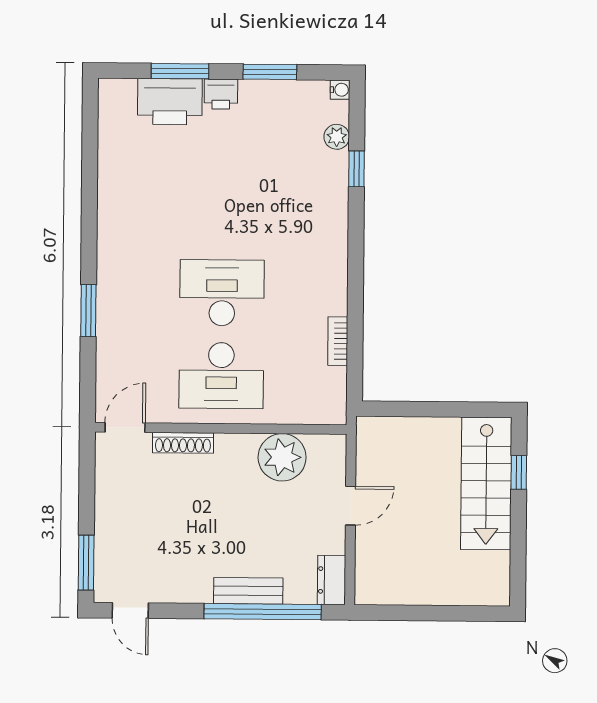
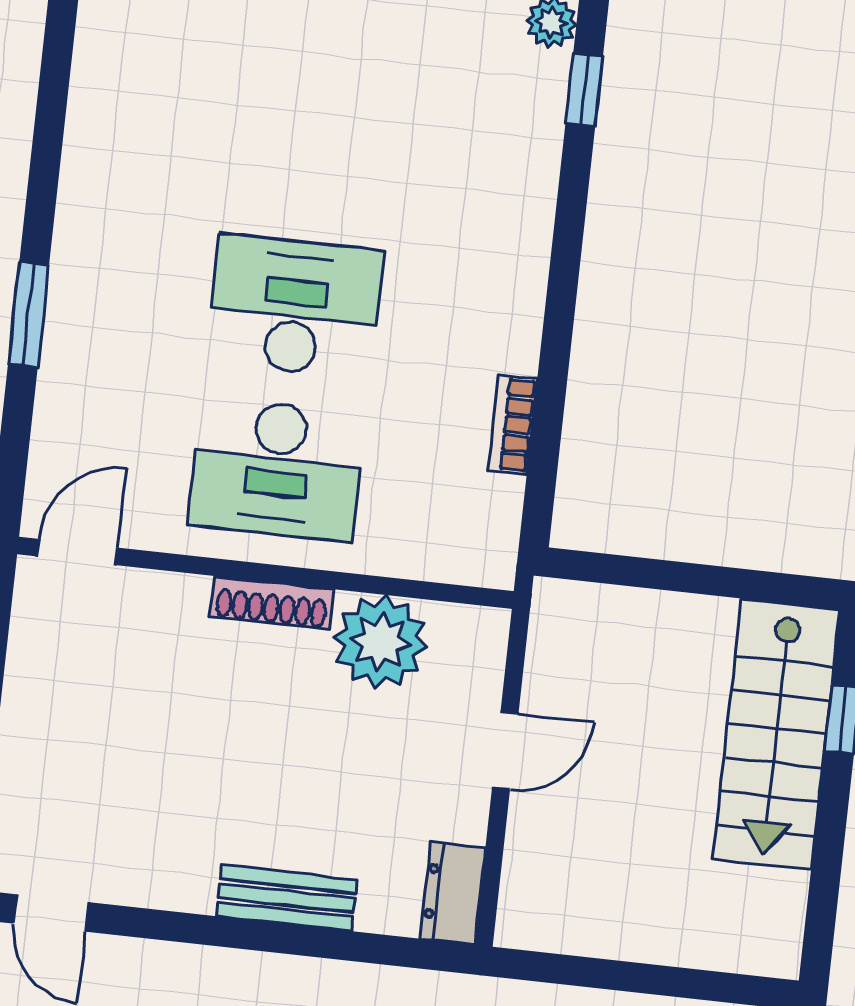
shoe rack: (183, 443) -> (272, 603), moved
window: (263, 612) -> (311, 942), removed

